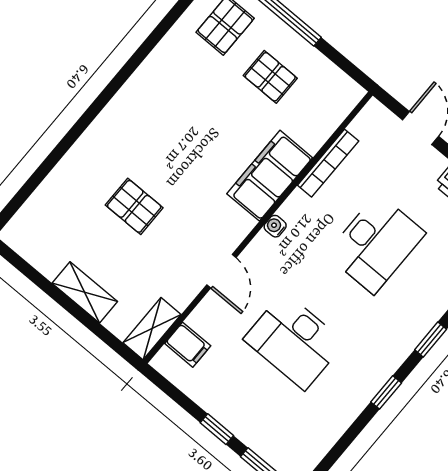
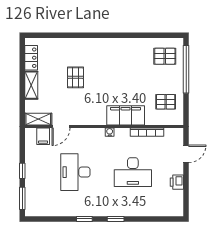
pallet: (270, 77) -> (166, 102), moved, turned 90
locker: (38, 254) -> (31, 58), added
door: (221, 271) -> (61, 126), moved

